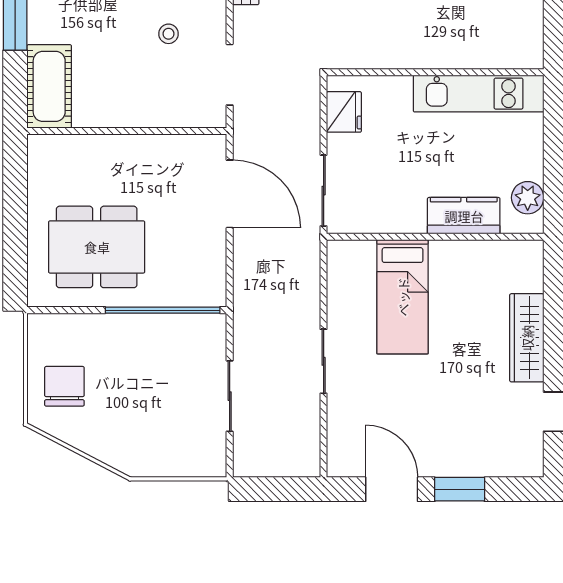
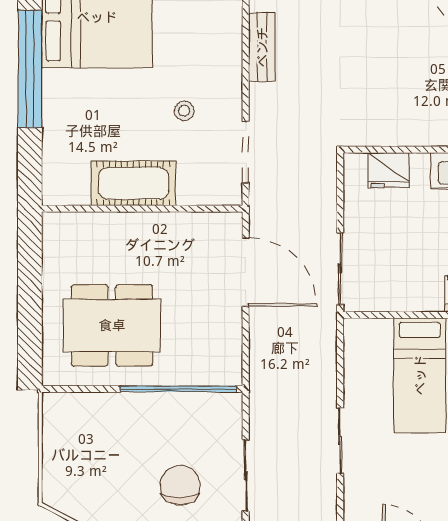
cot: (49, 86) -> (133, 183), moved, turned 90
fridge: (344, 112) -> (388, 170), moved, turned 90
chair: (64, 386) -> (180, 485), moved

